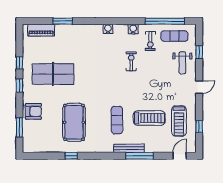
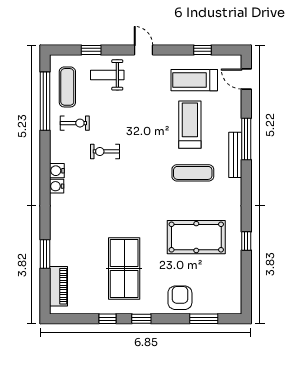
water cooler: (133, 29) -> (57, 171), moved
weight bench: (182, 63) -> (107, 75), turned 180
treadmill: (179, 121) -> (194, 80), turned 180

